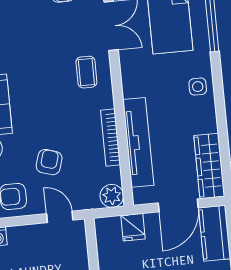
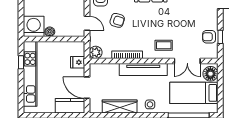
tv unit: (138, 142) -> (143, 69), moved
wardrobe: (209, 166) -> (120, 106), moved
door: (60, 217) -> (87, 23), hinge flipped

